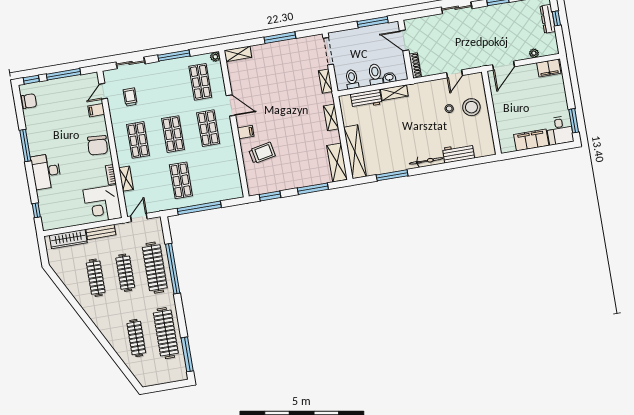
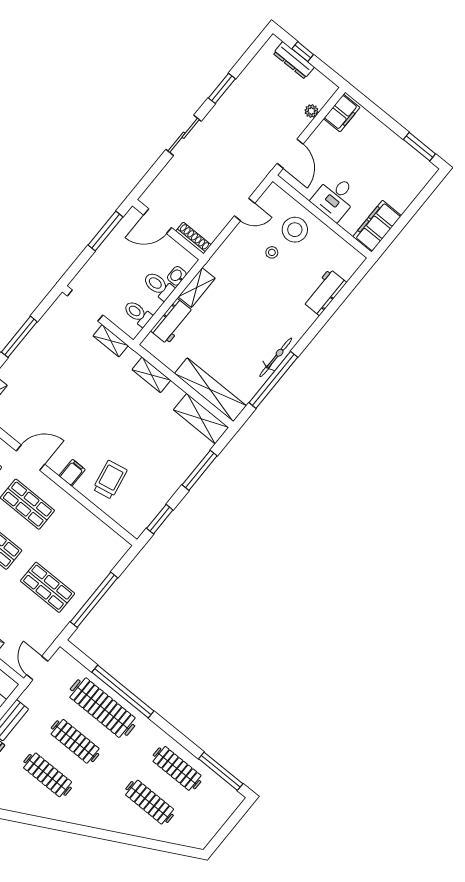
door: (455, 74) -> (245, 209), hinge flipped
desk: (560, 130) -> (335, 198), moved, turned 90
filing cabinet: (531, 140) -> (377, 226), moved
bicycle: (426, 161) -> (276, 357), moved
window: (392, 175) -> (273, 380), width x1.46
clothes rail: (166, 333) -> (177, 768), width x0.73, depth x0.76

